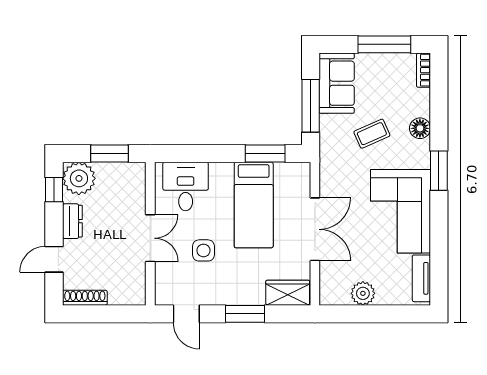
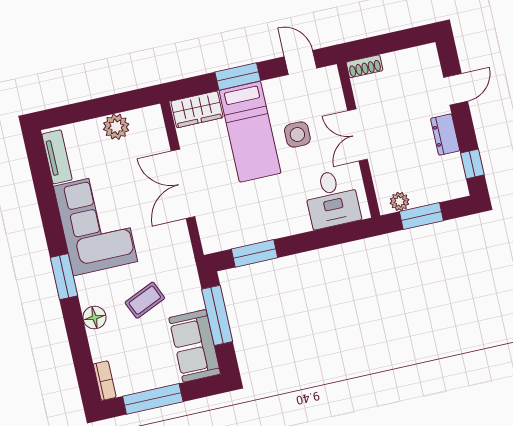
plant: (79, 178) -> (400, 201), moved, width x0.53, depth x0.53
bed: (254, 205) -> (250, 132), moved, turned 180
shoe rack: (85, 298) -> (365, 66), moved, width x0.70

